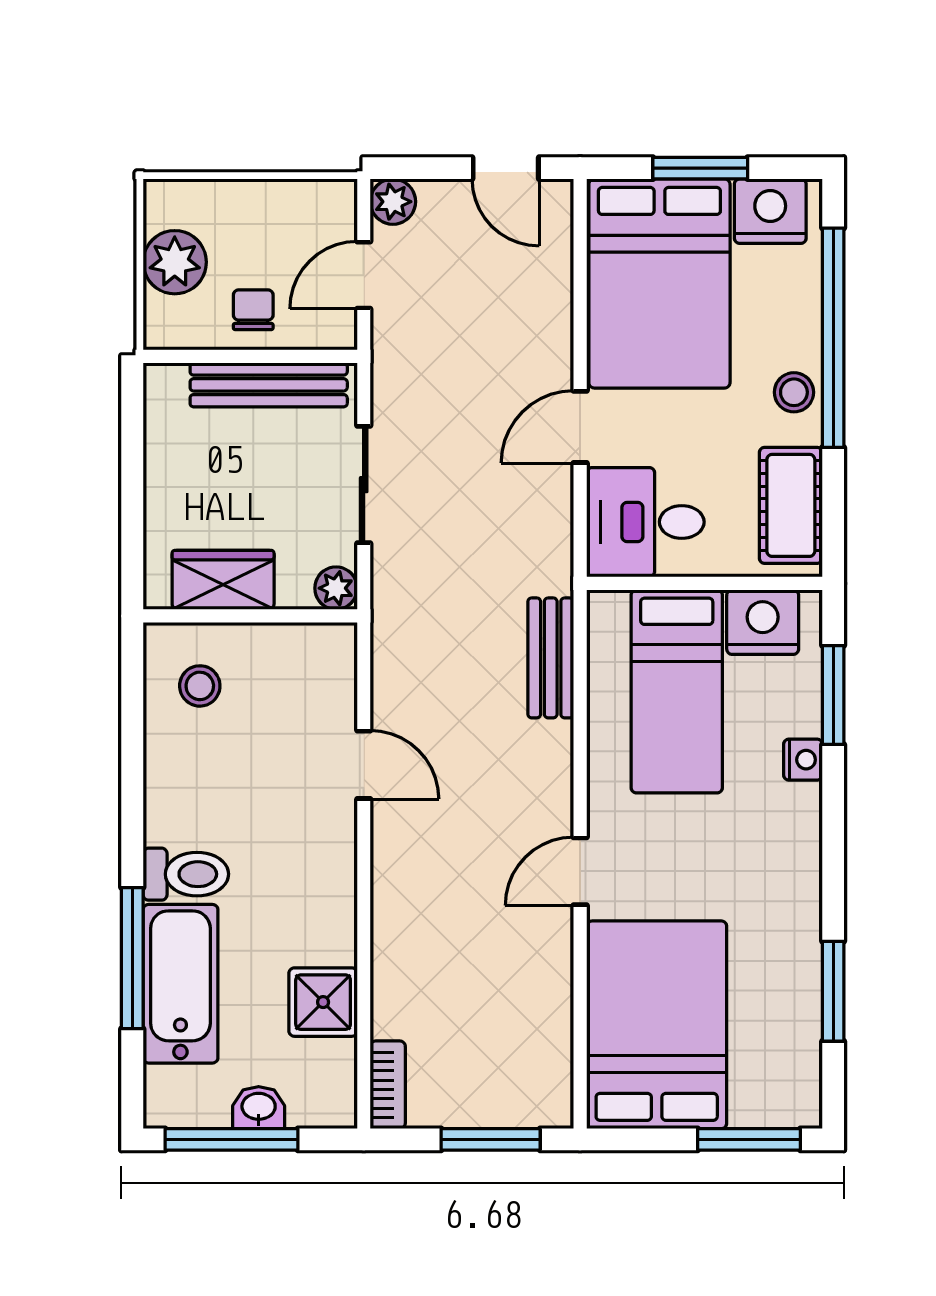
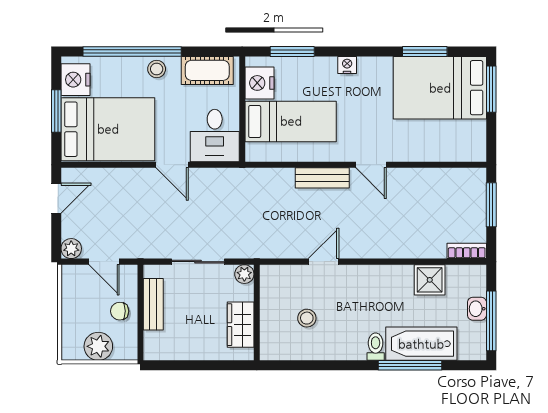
bench: (269, 385) -> (153, 304), width x0.73
bench: (551, 658) -> (322, 178), moved
stool: (200, 686) -> (307, 318), moved
nightstand: (803, 760) -> (347, 65), moved
toilet: (186, 874) -> (376, 347), width x0.73, depth x0.72
bed: (657, 1025) -> (440, 88), moved

